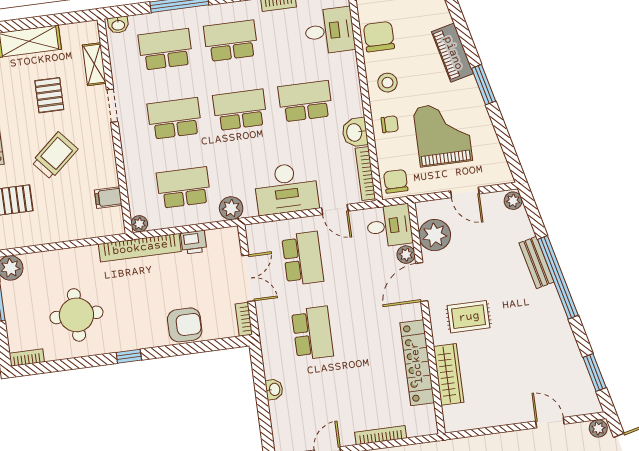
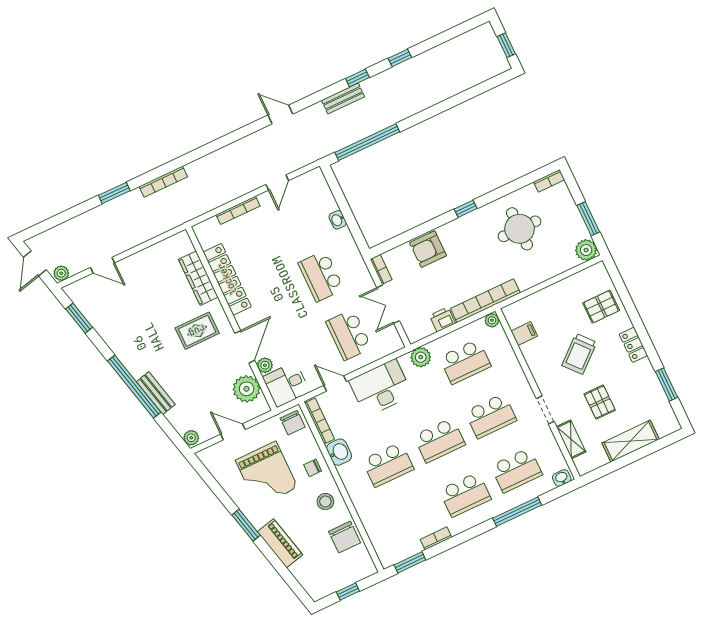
desk: (329, 31) -> (387, 529), removed

